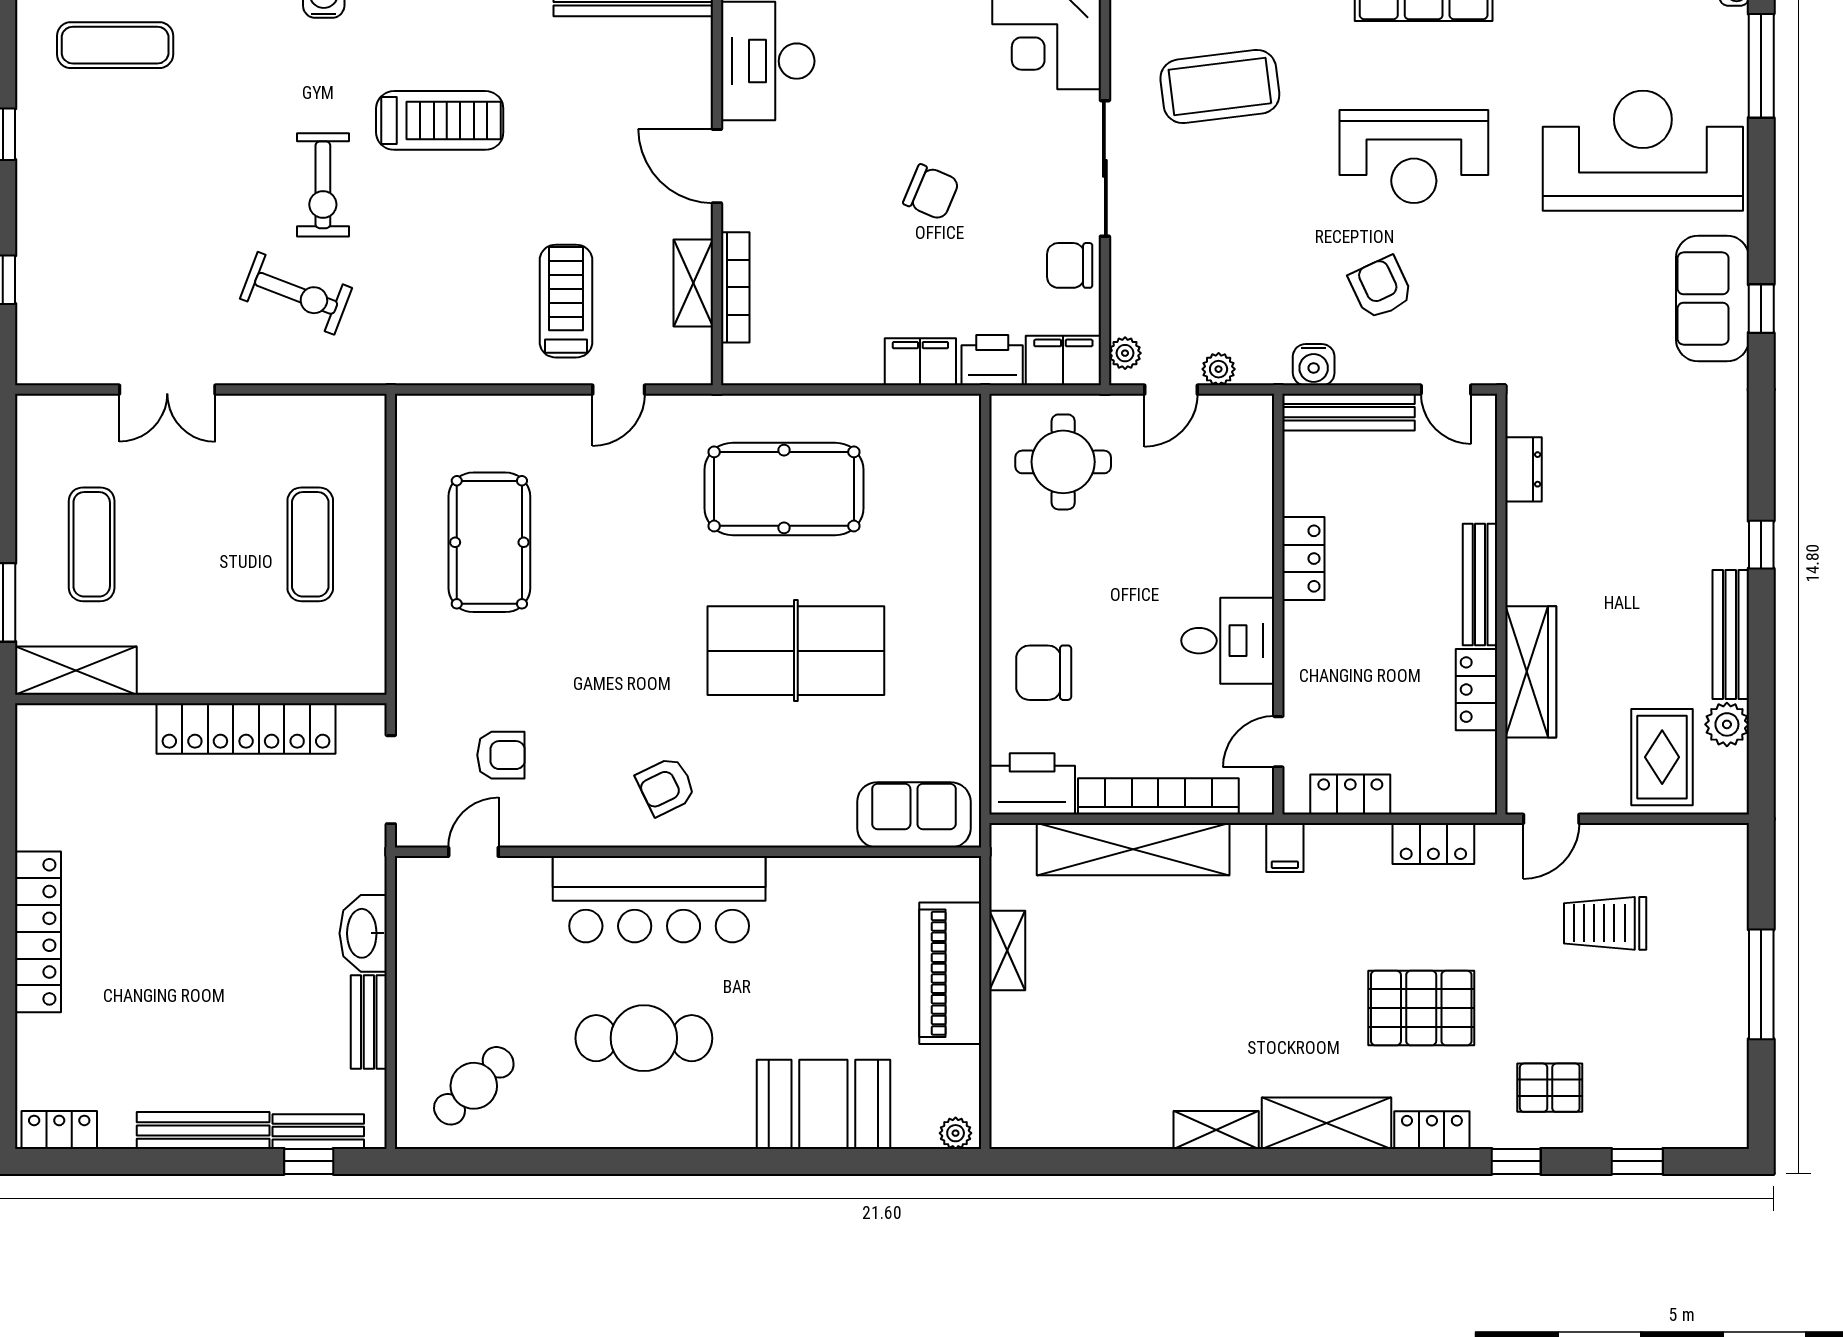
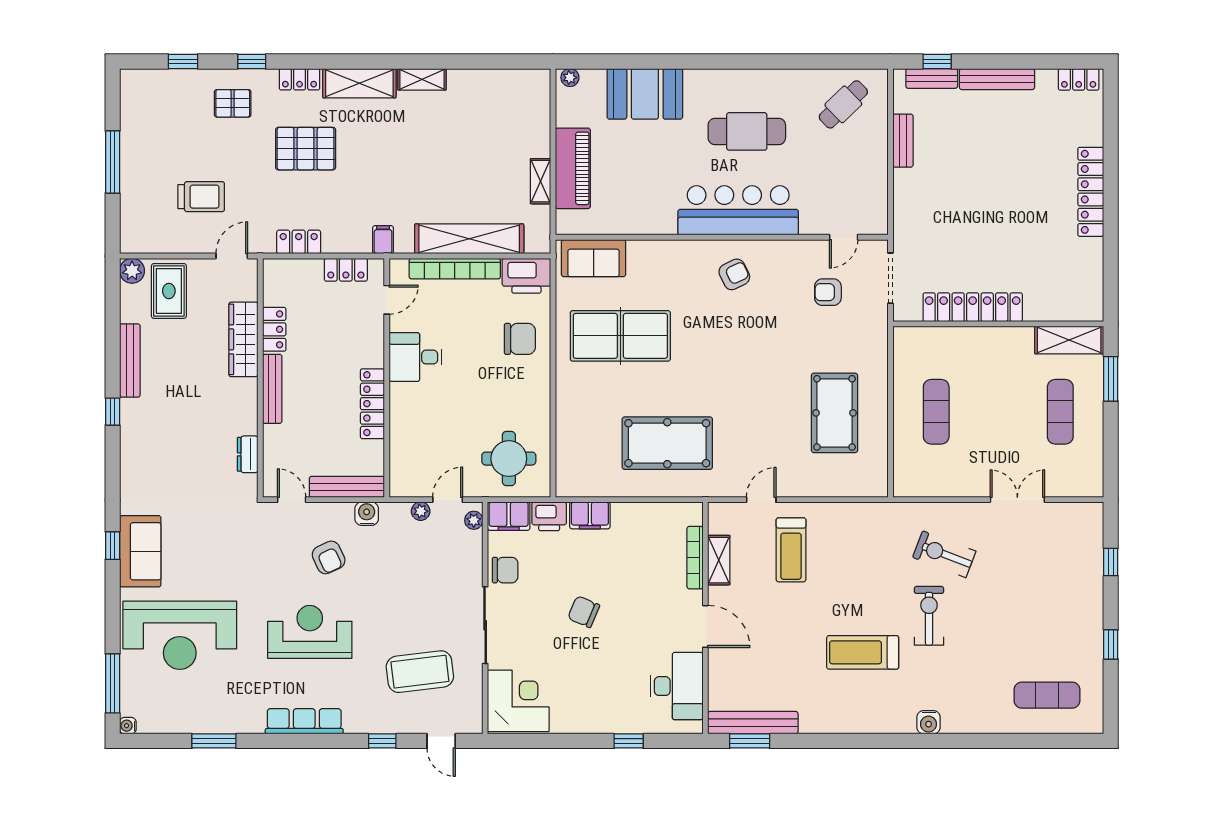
locker: (1303, 559) -> (372, 404), width x1.53
table tennis table: (796, 651) -> (620, 336), moved
plant: (1727, 724) -> (132, 271), moved
washbasin: (363, 933) -> (906, 191), removed

